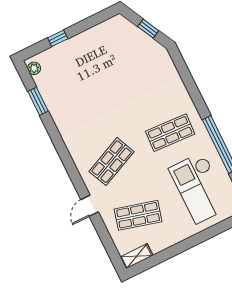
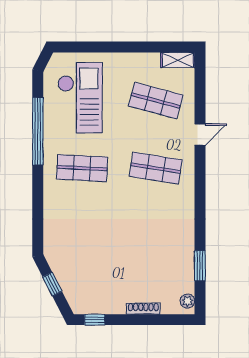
window: (58, 38) -> (95, 320), moved
shoe rack: (66, 45) -> (143, 309), added
shop shelf: (112, 162) -> (156, 168), turned 33

